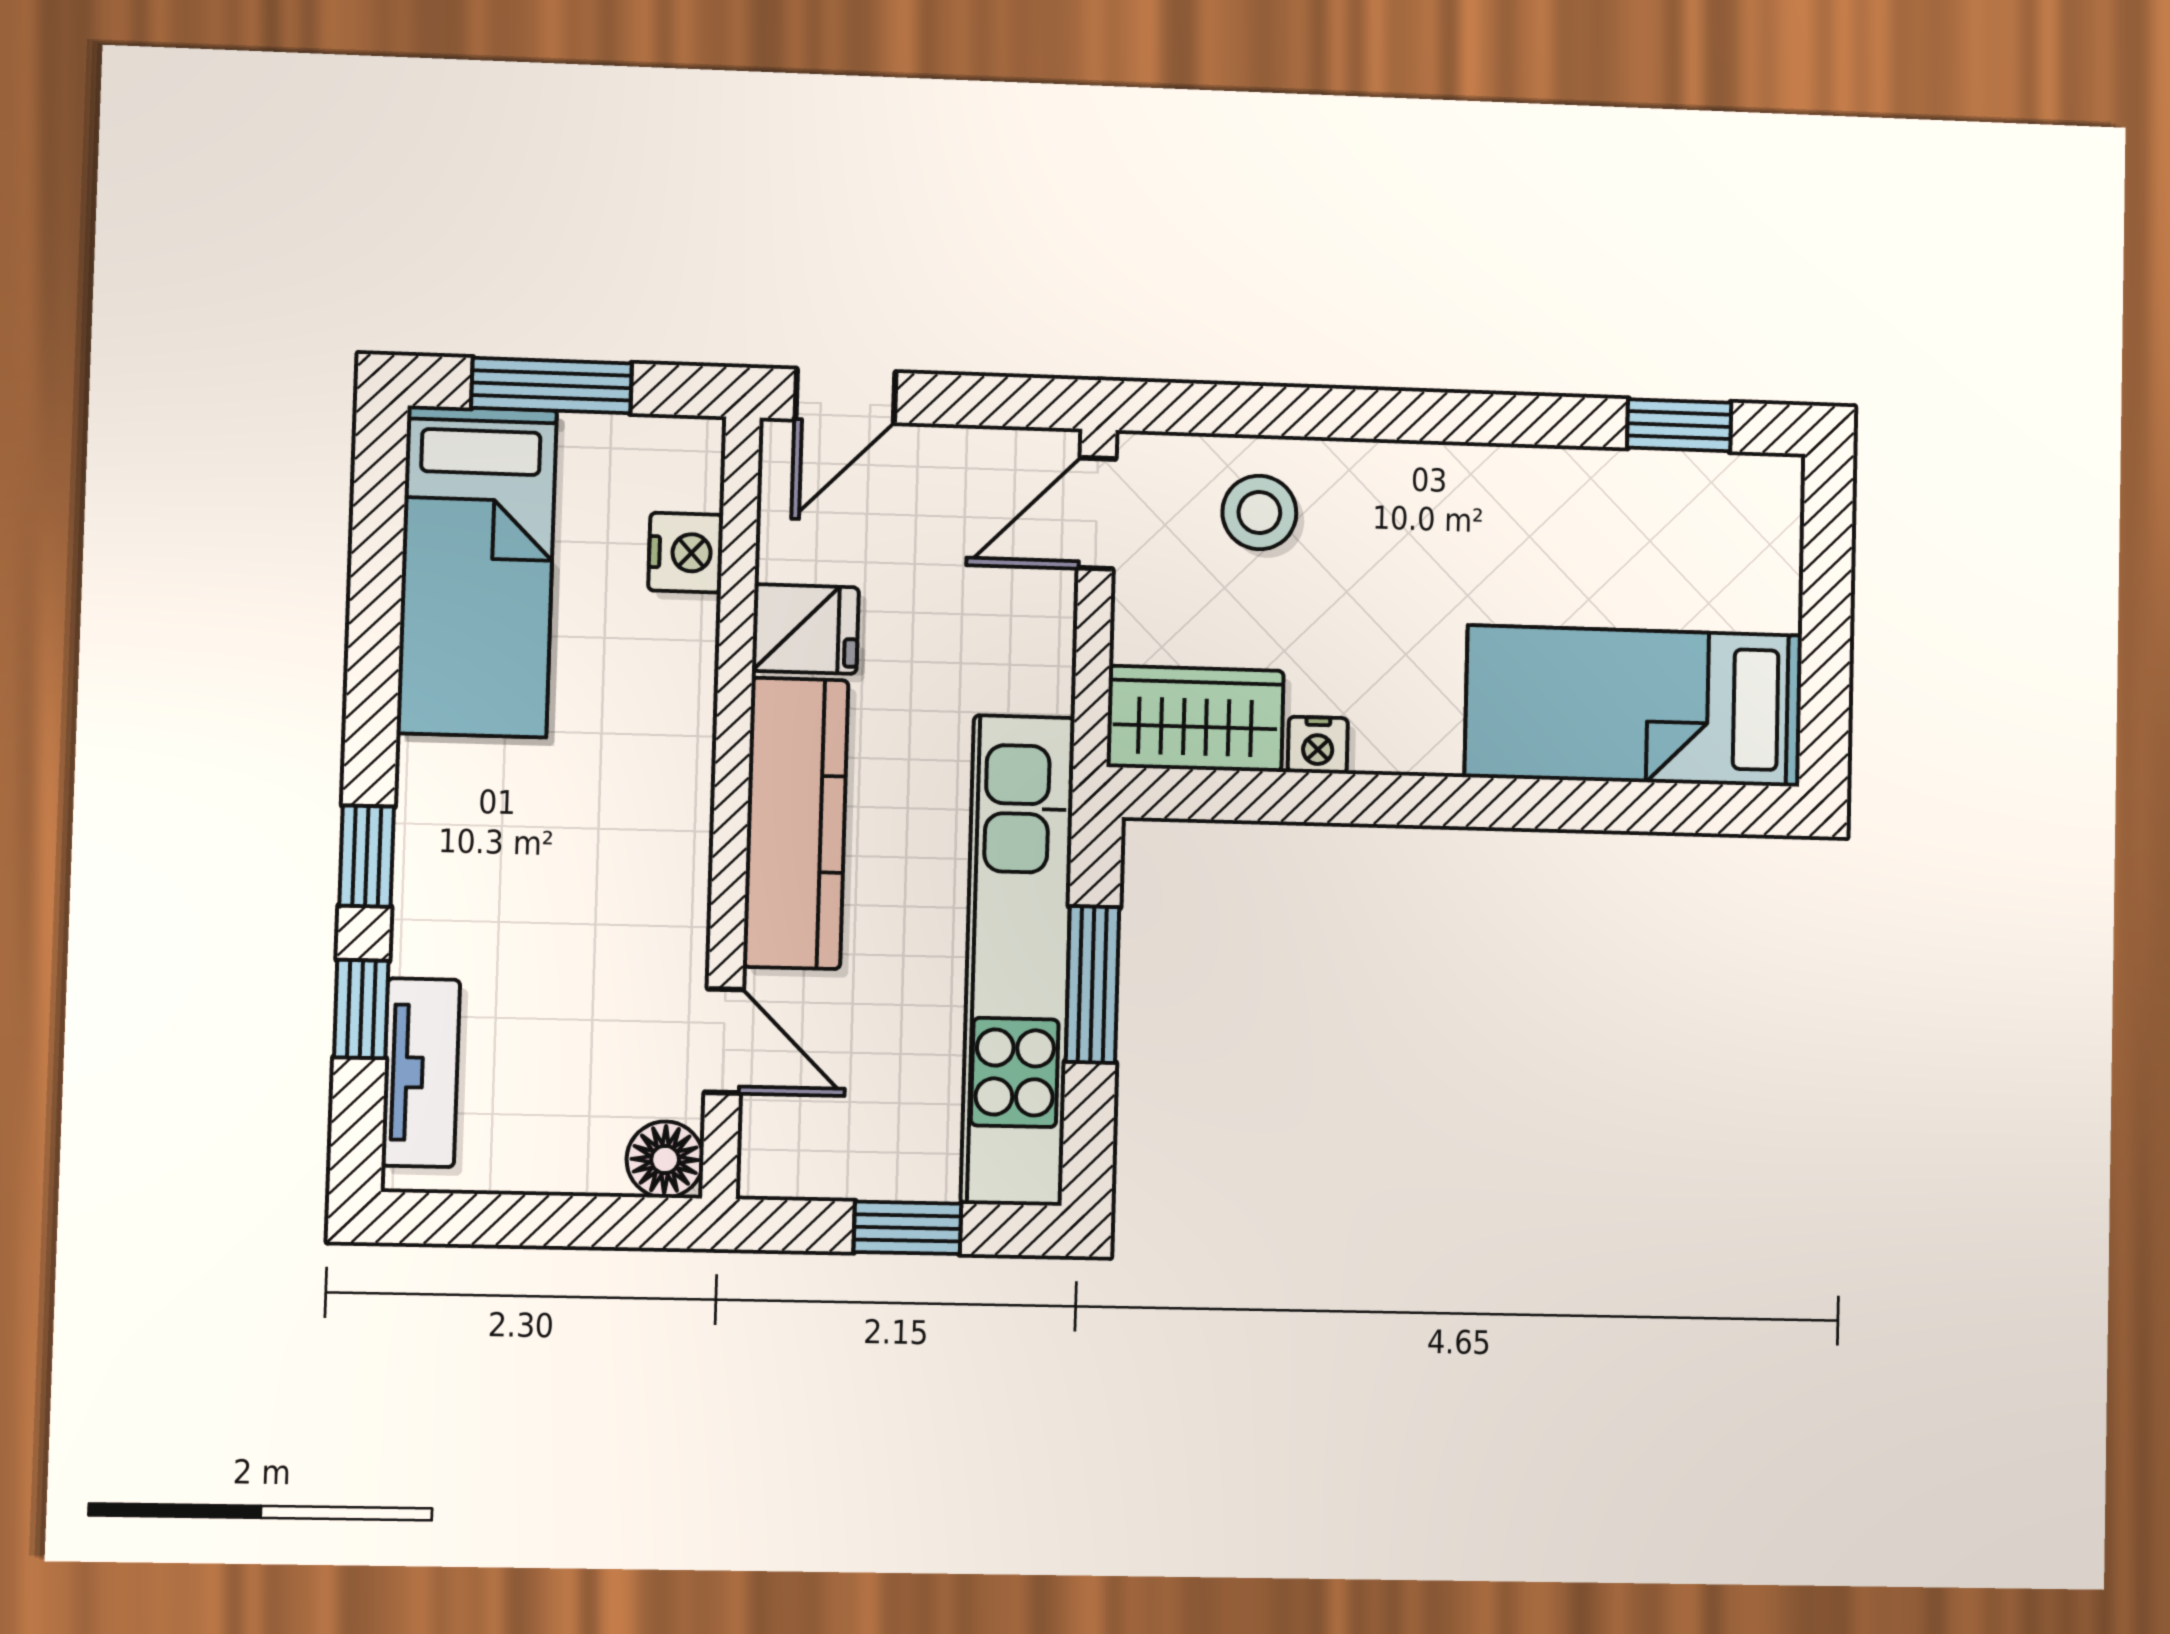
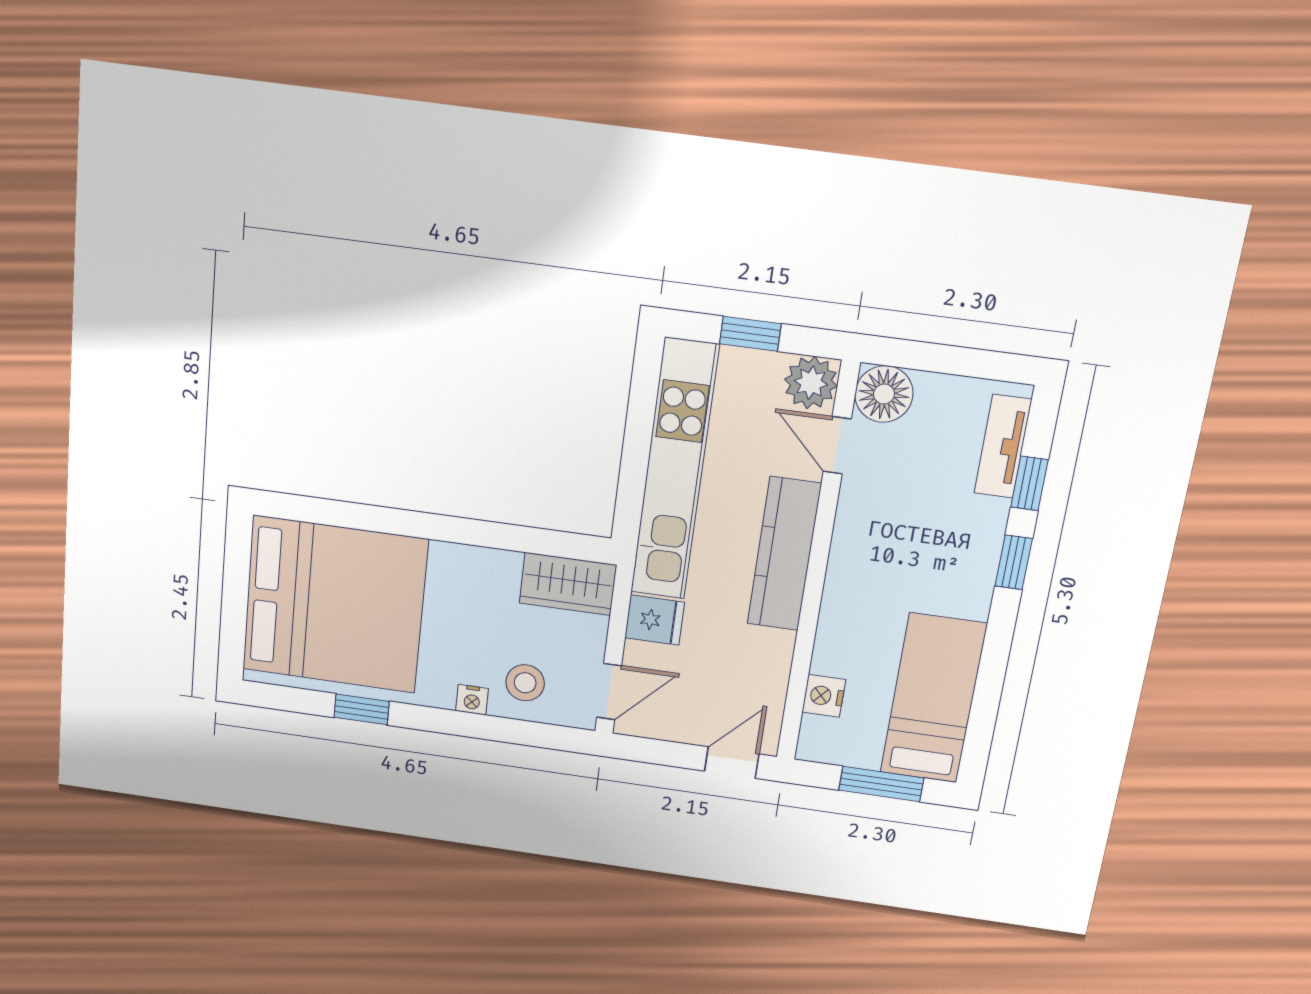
window: (1679, 425) -> (362, 709), moved
fridge: (805, 629) -> (655, 620), moved, turned 180
bed: (1634, 706) -> (334, 605), width x2.04
nightstand: (1318, 745) -> (472, 700), moved, turned 180
window: (1092, 984) -> (636, 453), removed
plant: (787, 1151) -> (811, 383), added
floor lamp: (665, 1160) -> (884, 394), width x1.38, depth x1.38

